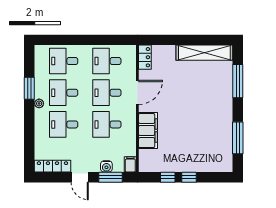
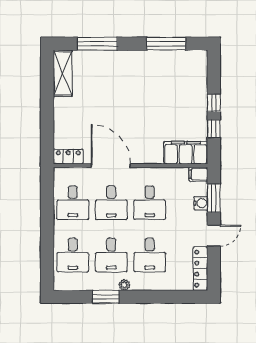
shelving: (204, 53) -> (63, 73), width x0.68
door: (137, 92) -> (111, 166), width x1.36
filing cabinet: (148, 131) -> (186, 153), moved

